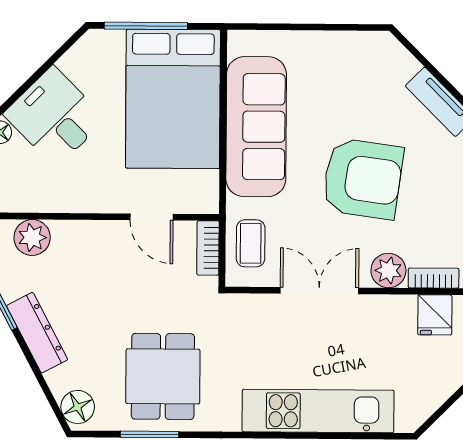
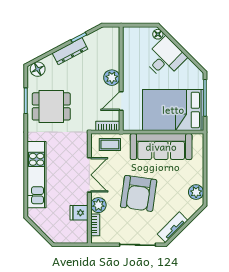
plant: (360, 48) -> (196, 192), added
plant: (32, 238) -> (112, 78), moved
fridge: (435, 315) -> (79, 213), moved

